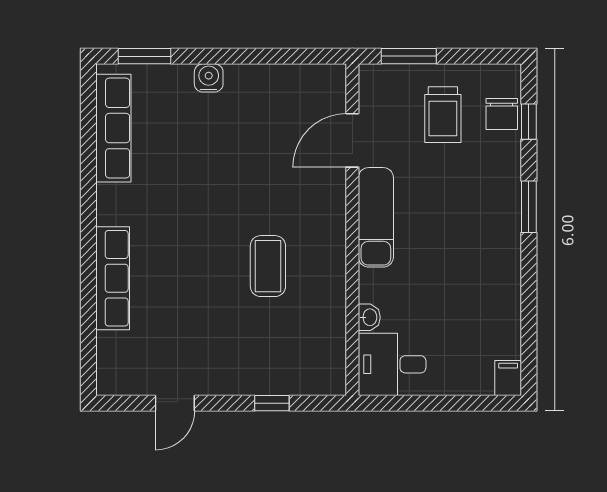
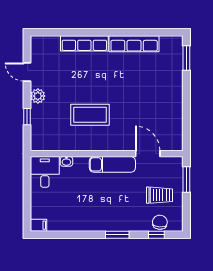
water cooler: (209, 78) -> (176, 88), removed
chair: (502, 114) -> (160, 222), turned 95
trolley: (443, 115) -> (160, 195), turned 180
row of seats: (113, 128) -> (134, 44), moved
coffee table: (268, 266) -> (90, 115), width x1.36, depth x1.32
plant: (227, 380) -> (38, 96), added

